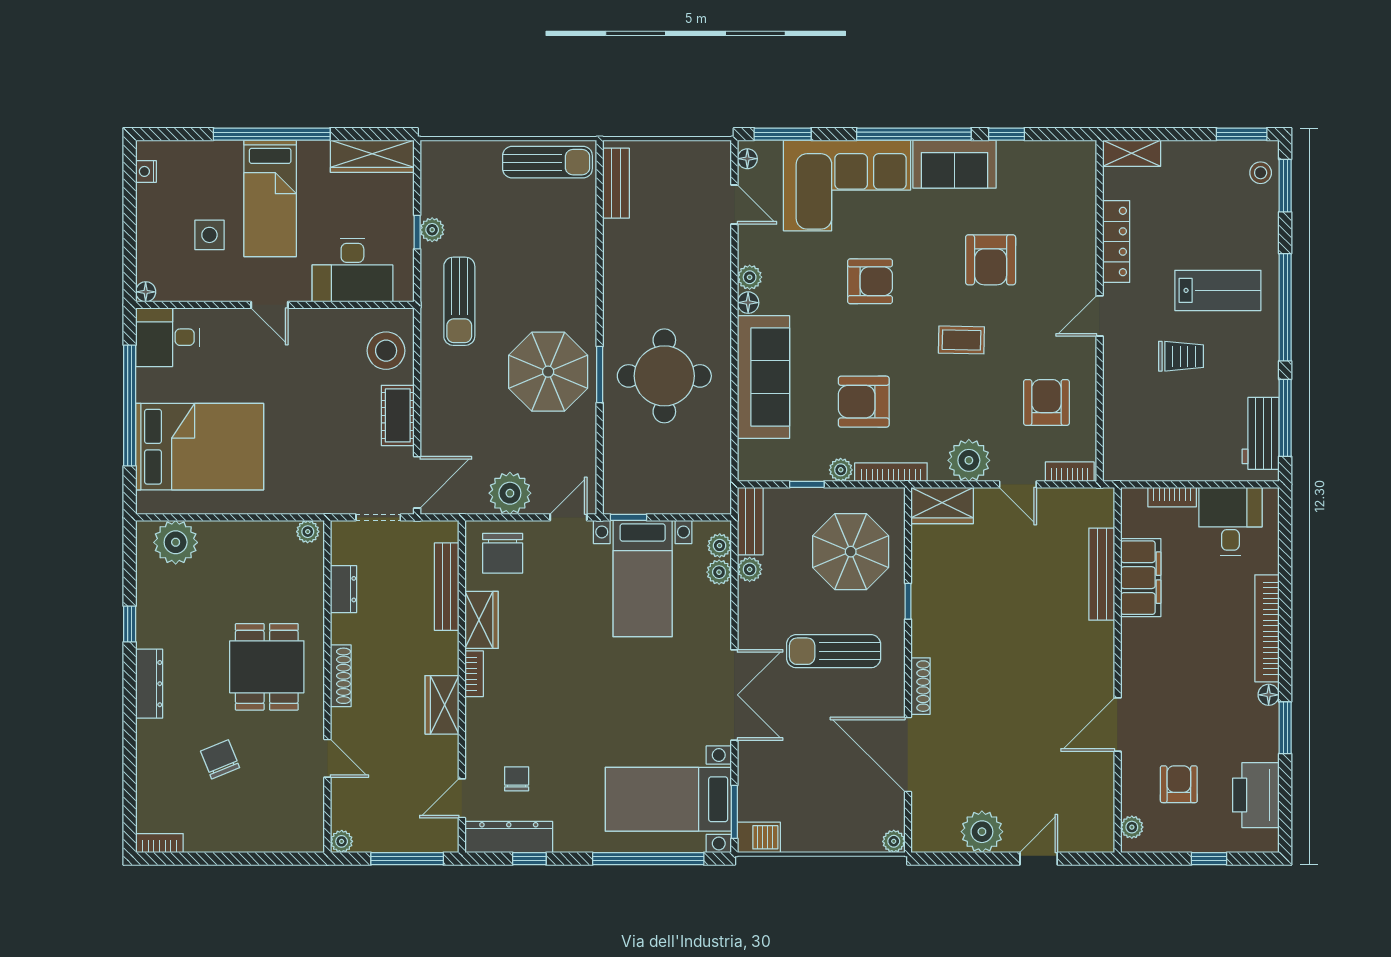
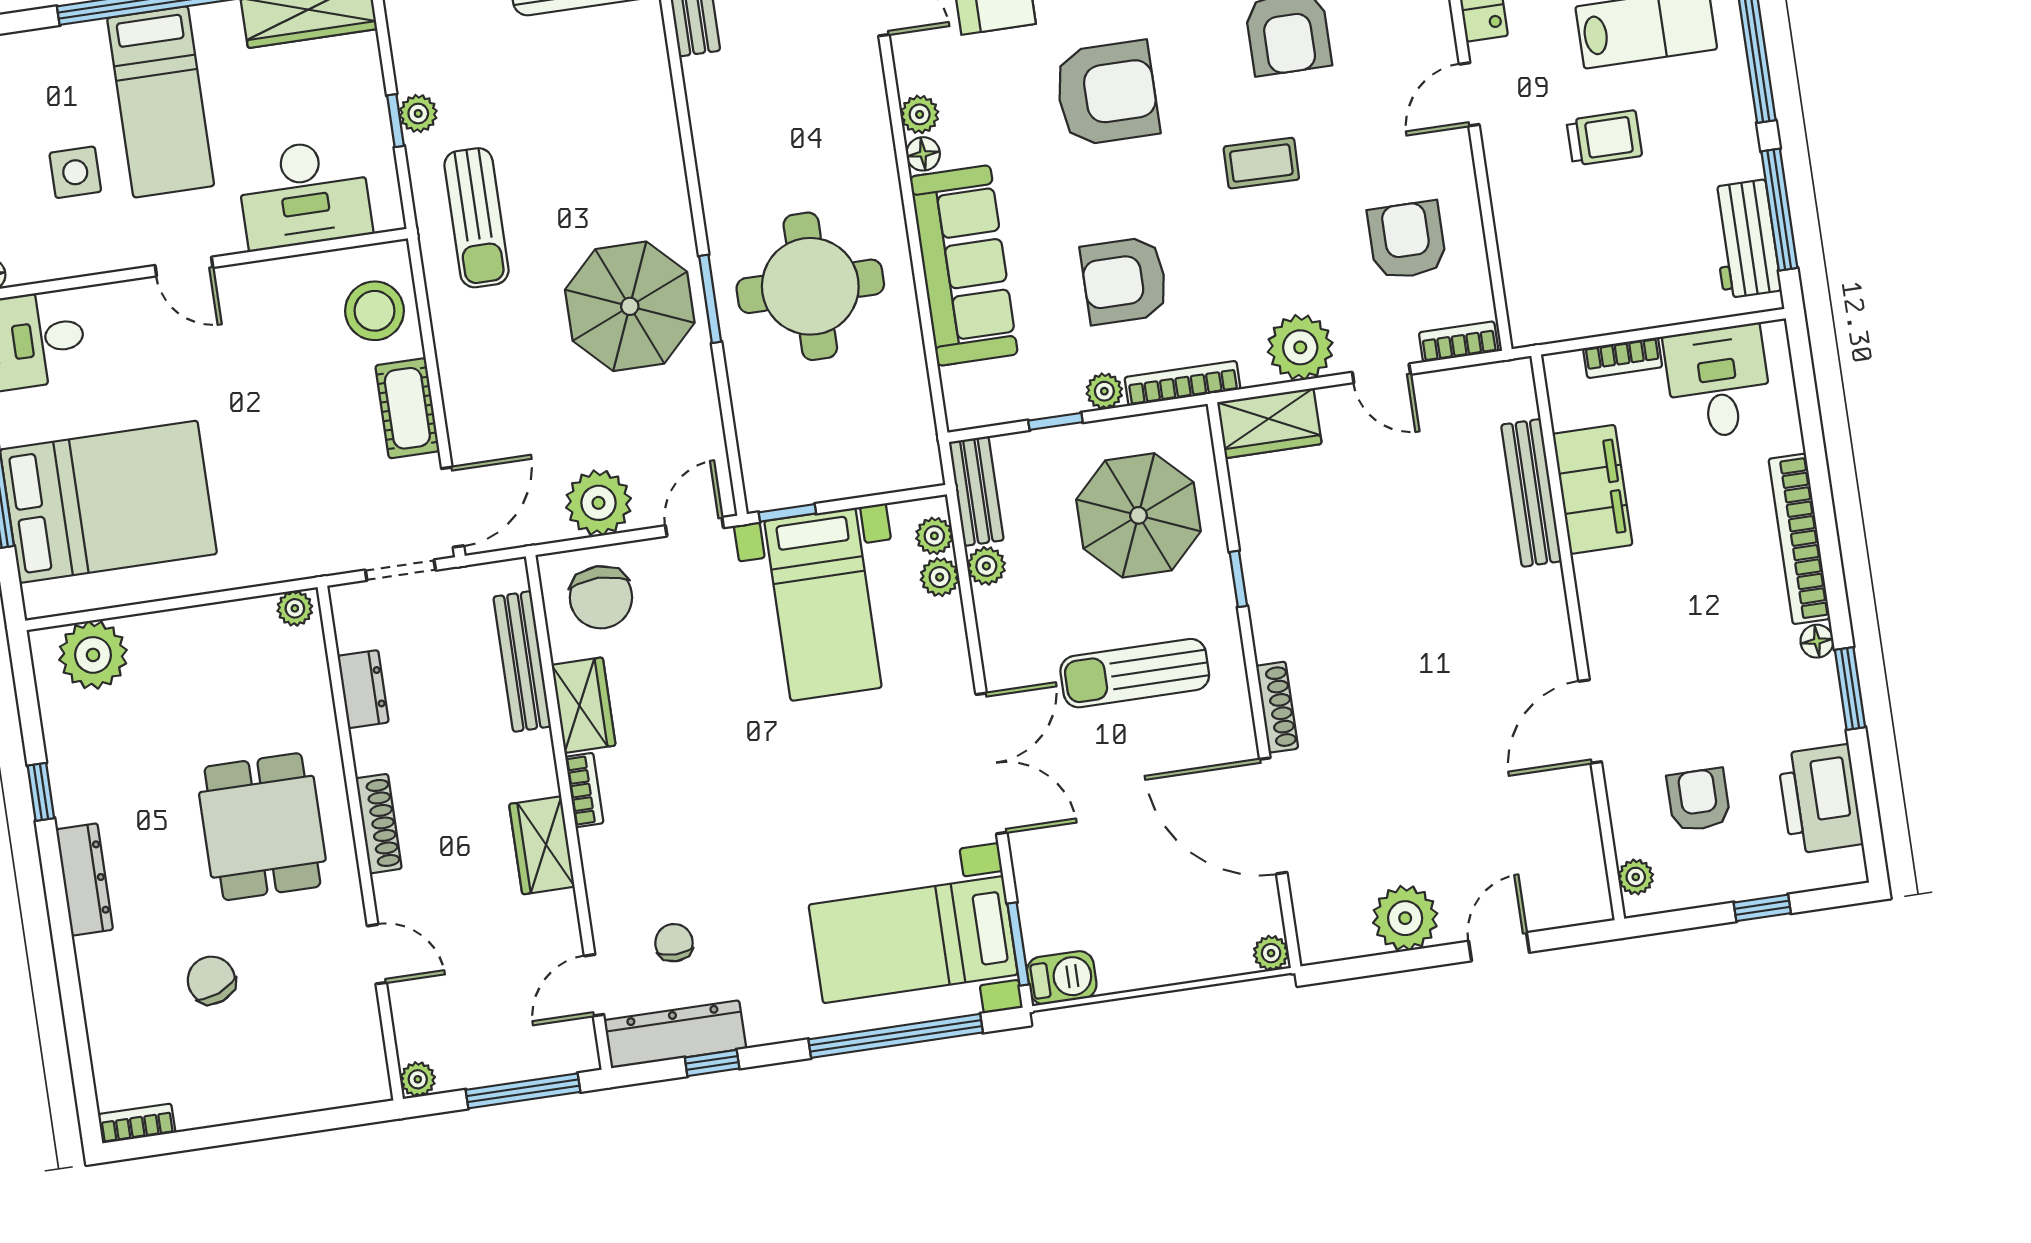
armchair: (870, 281) -> (1107, 93), width x1.36, depth x1.36

